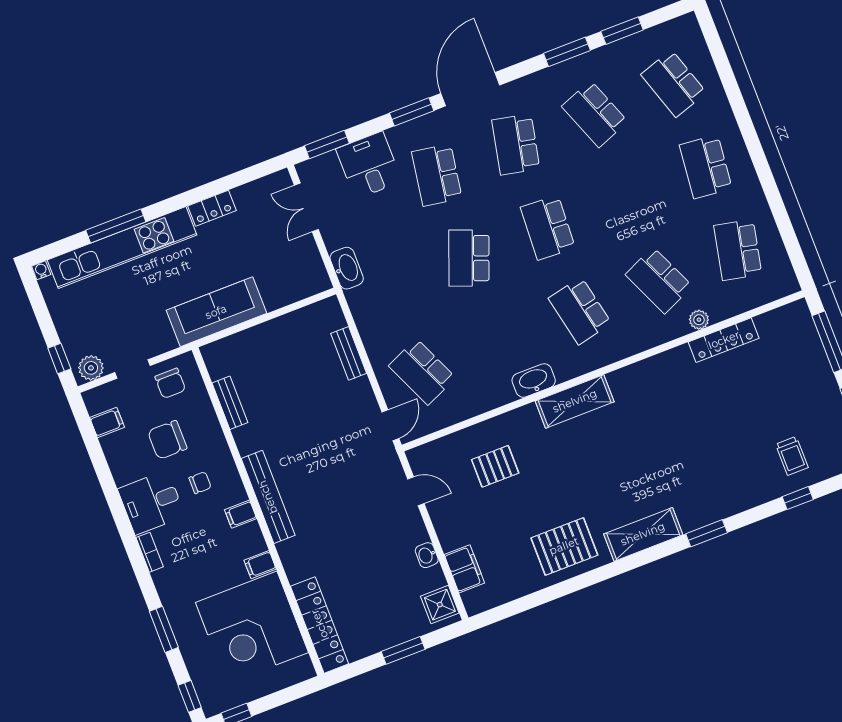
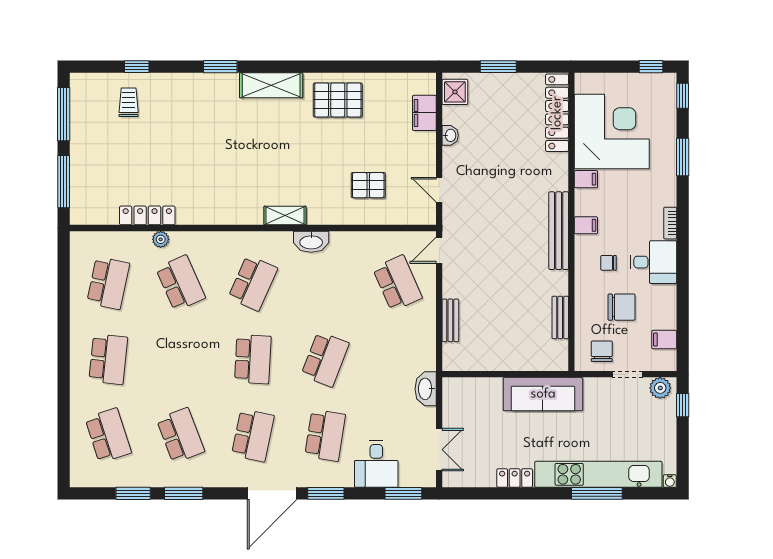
school desk: (580, 311) -> (253, 283), turned 36
shelving: (575, 401) -> (285, 216), width x0.67, depth x0.75

